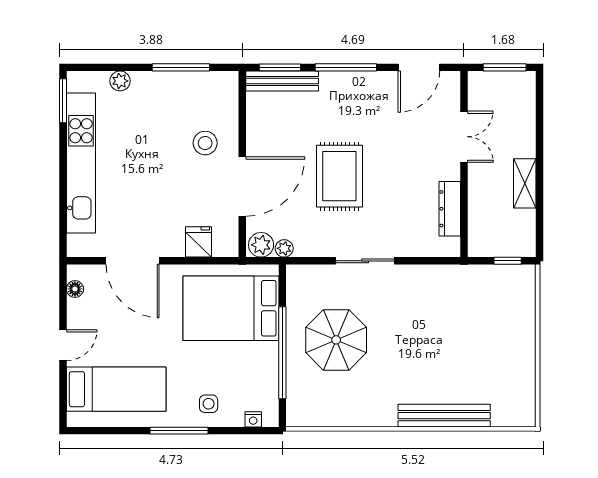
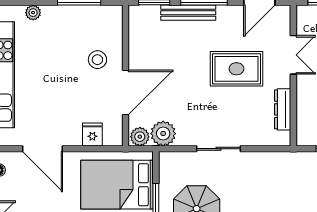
bench: (282, 81) -> (188, 13), moved
rug: (339, 176) -> (236, 69), moved, turned 90
plant: (284, 248) -> (163, 134), width x1.88, depth x1.88

